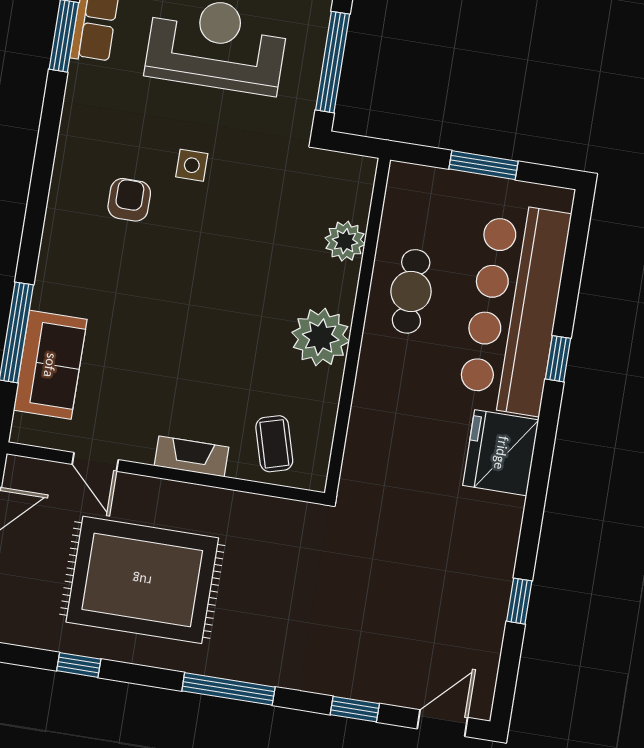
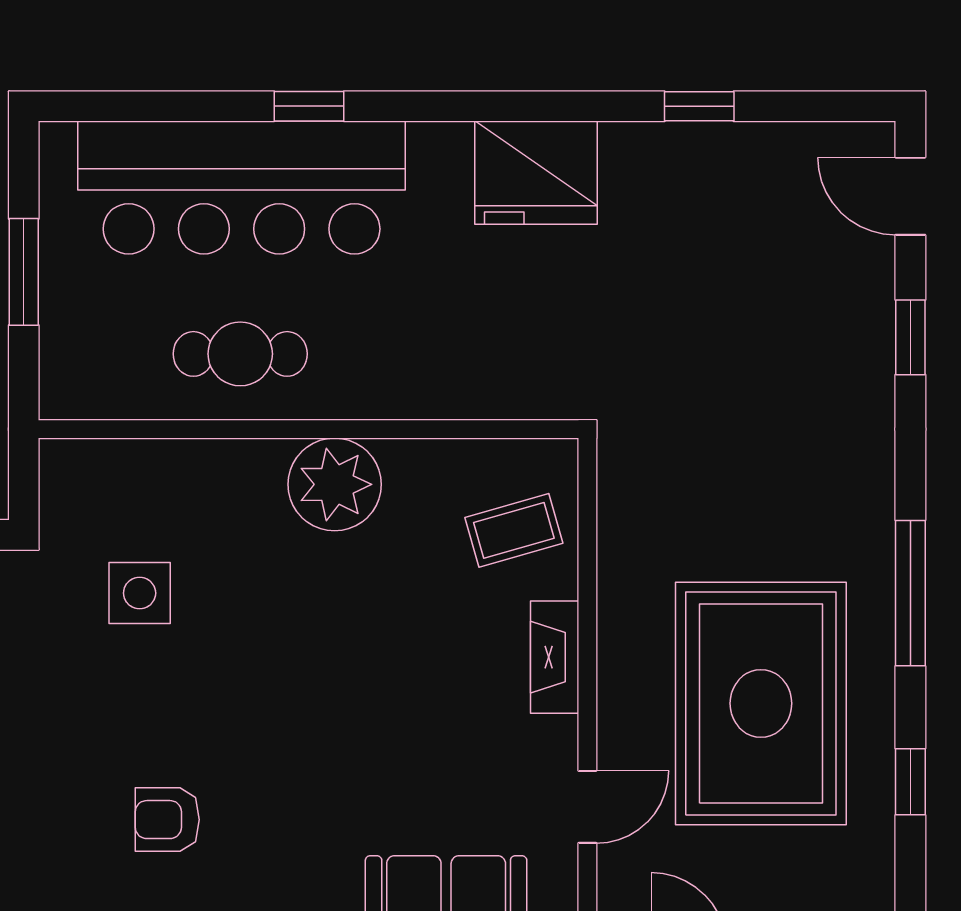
side table: (192, 165) -> (140, 593), moved, width x1.37, depth x1.37
plant: (345, 241) -> (178, 470), removed
fridge: (501, 453) -> (536, 173), moved
window: (228, 689) -> (910, 593), moved

